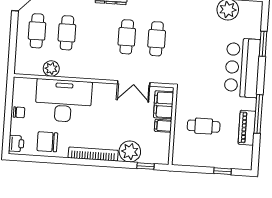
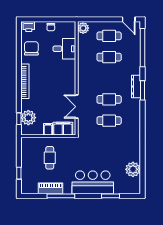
plant: (51, 68) -> (83, 28), moved
desk: (63, 101) -> (64, 49), width x0.53, depth x0.77
plant: (130, 151) -> (28, 118), moved

